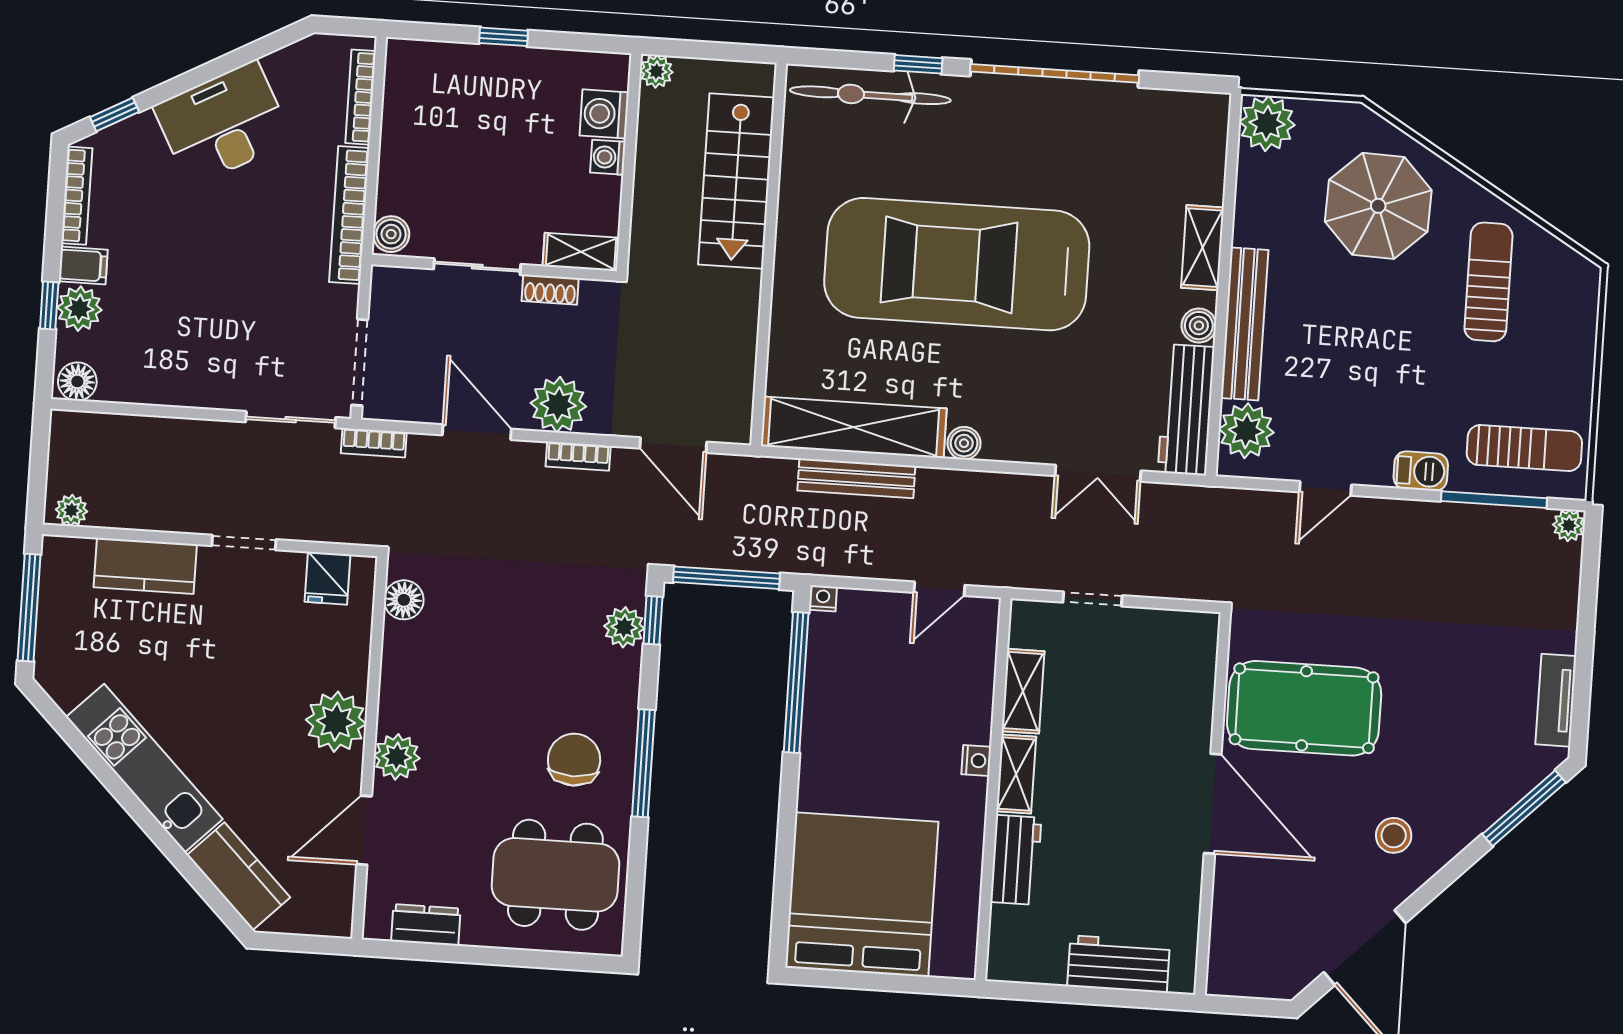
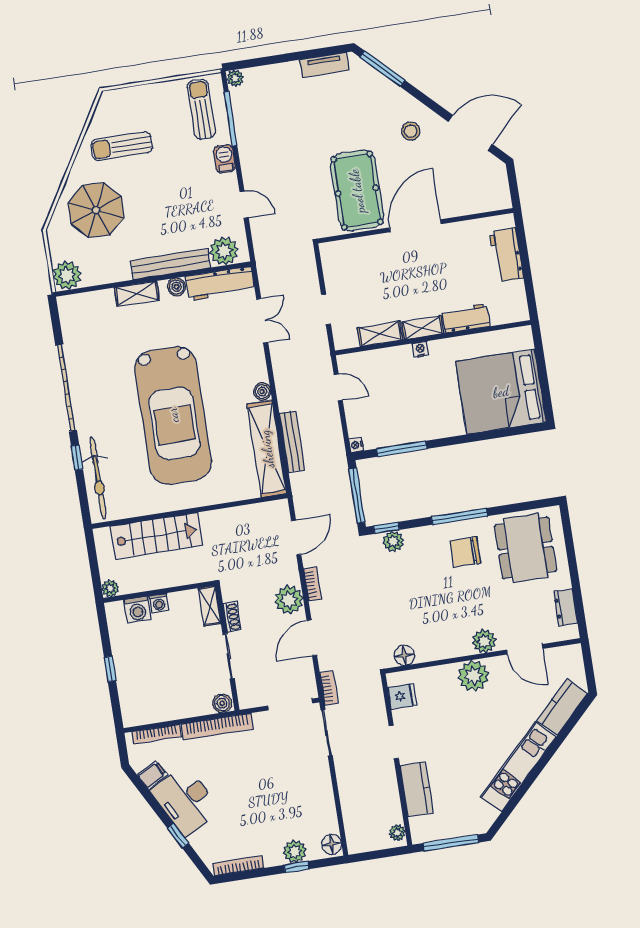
window: (114, 115) -> (178, 836), moved
filing cabinet: (83, 265) -> (152, 775), moved, turned 62
window: (796, 683) -> (402, 449), width x0.68

